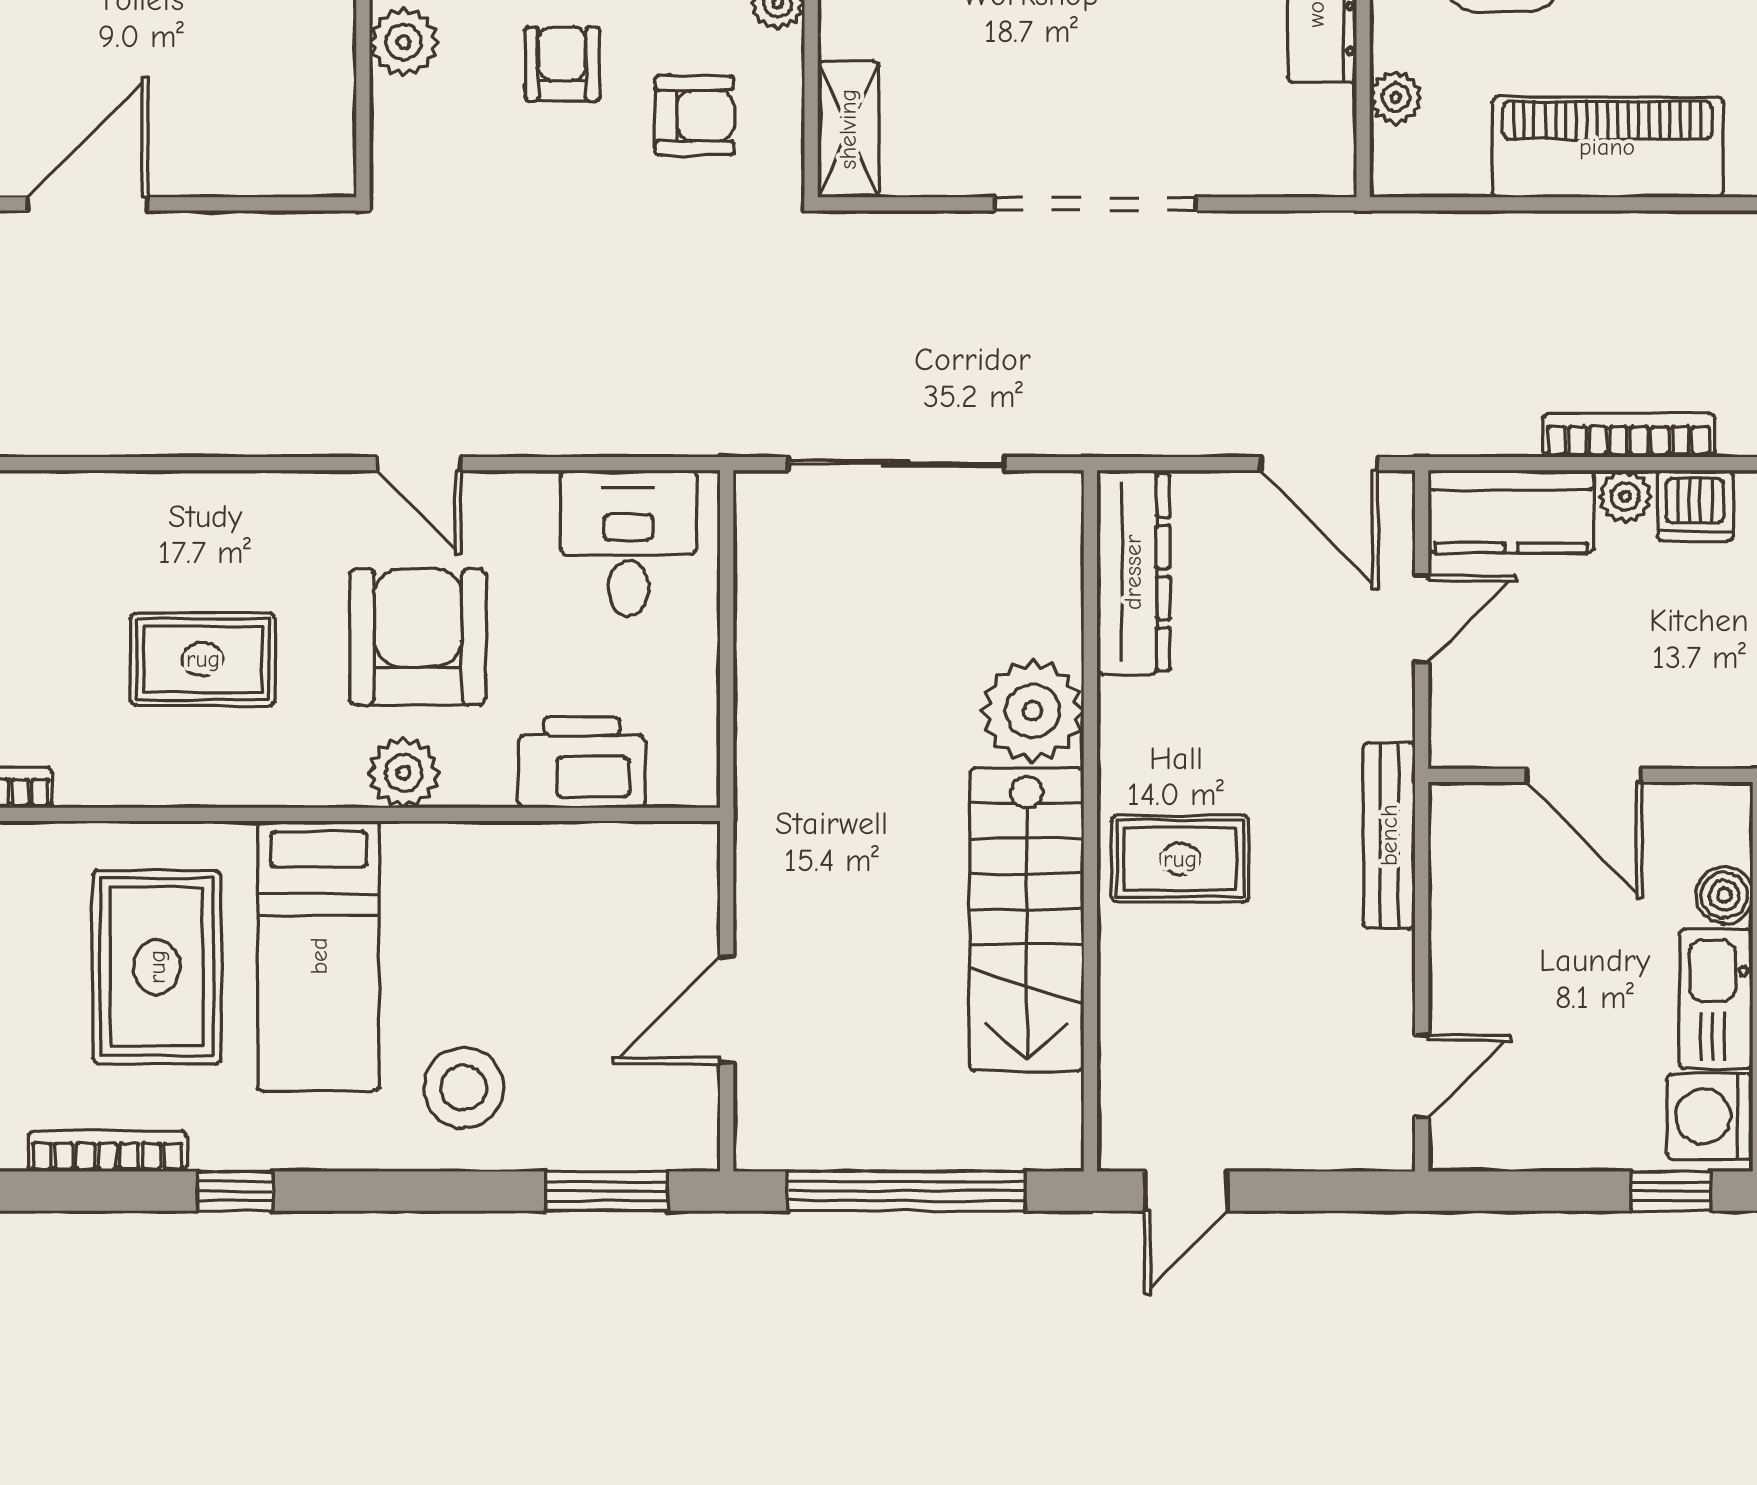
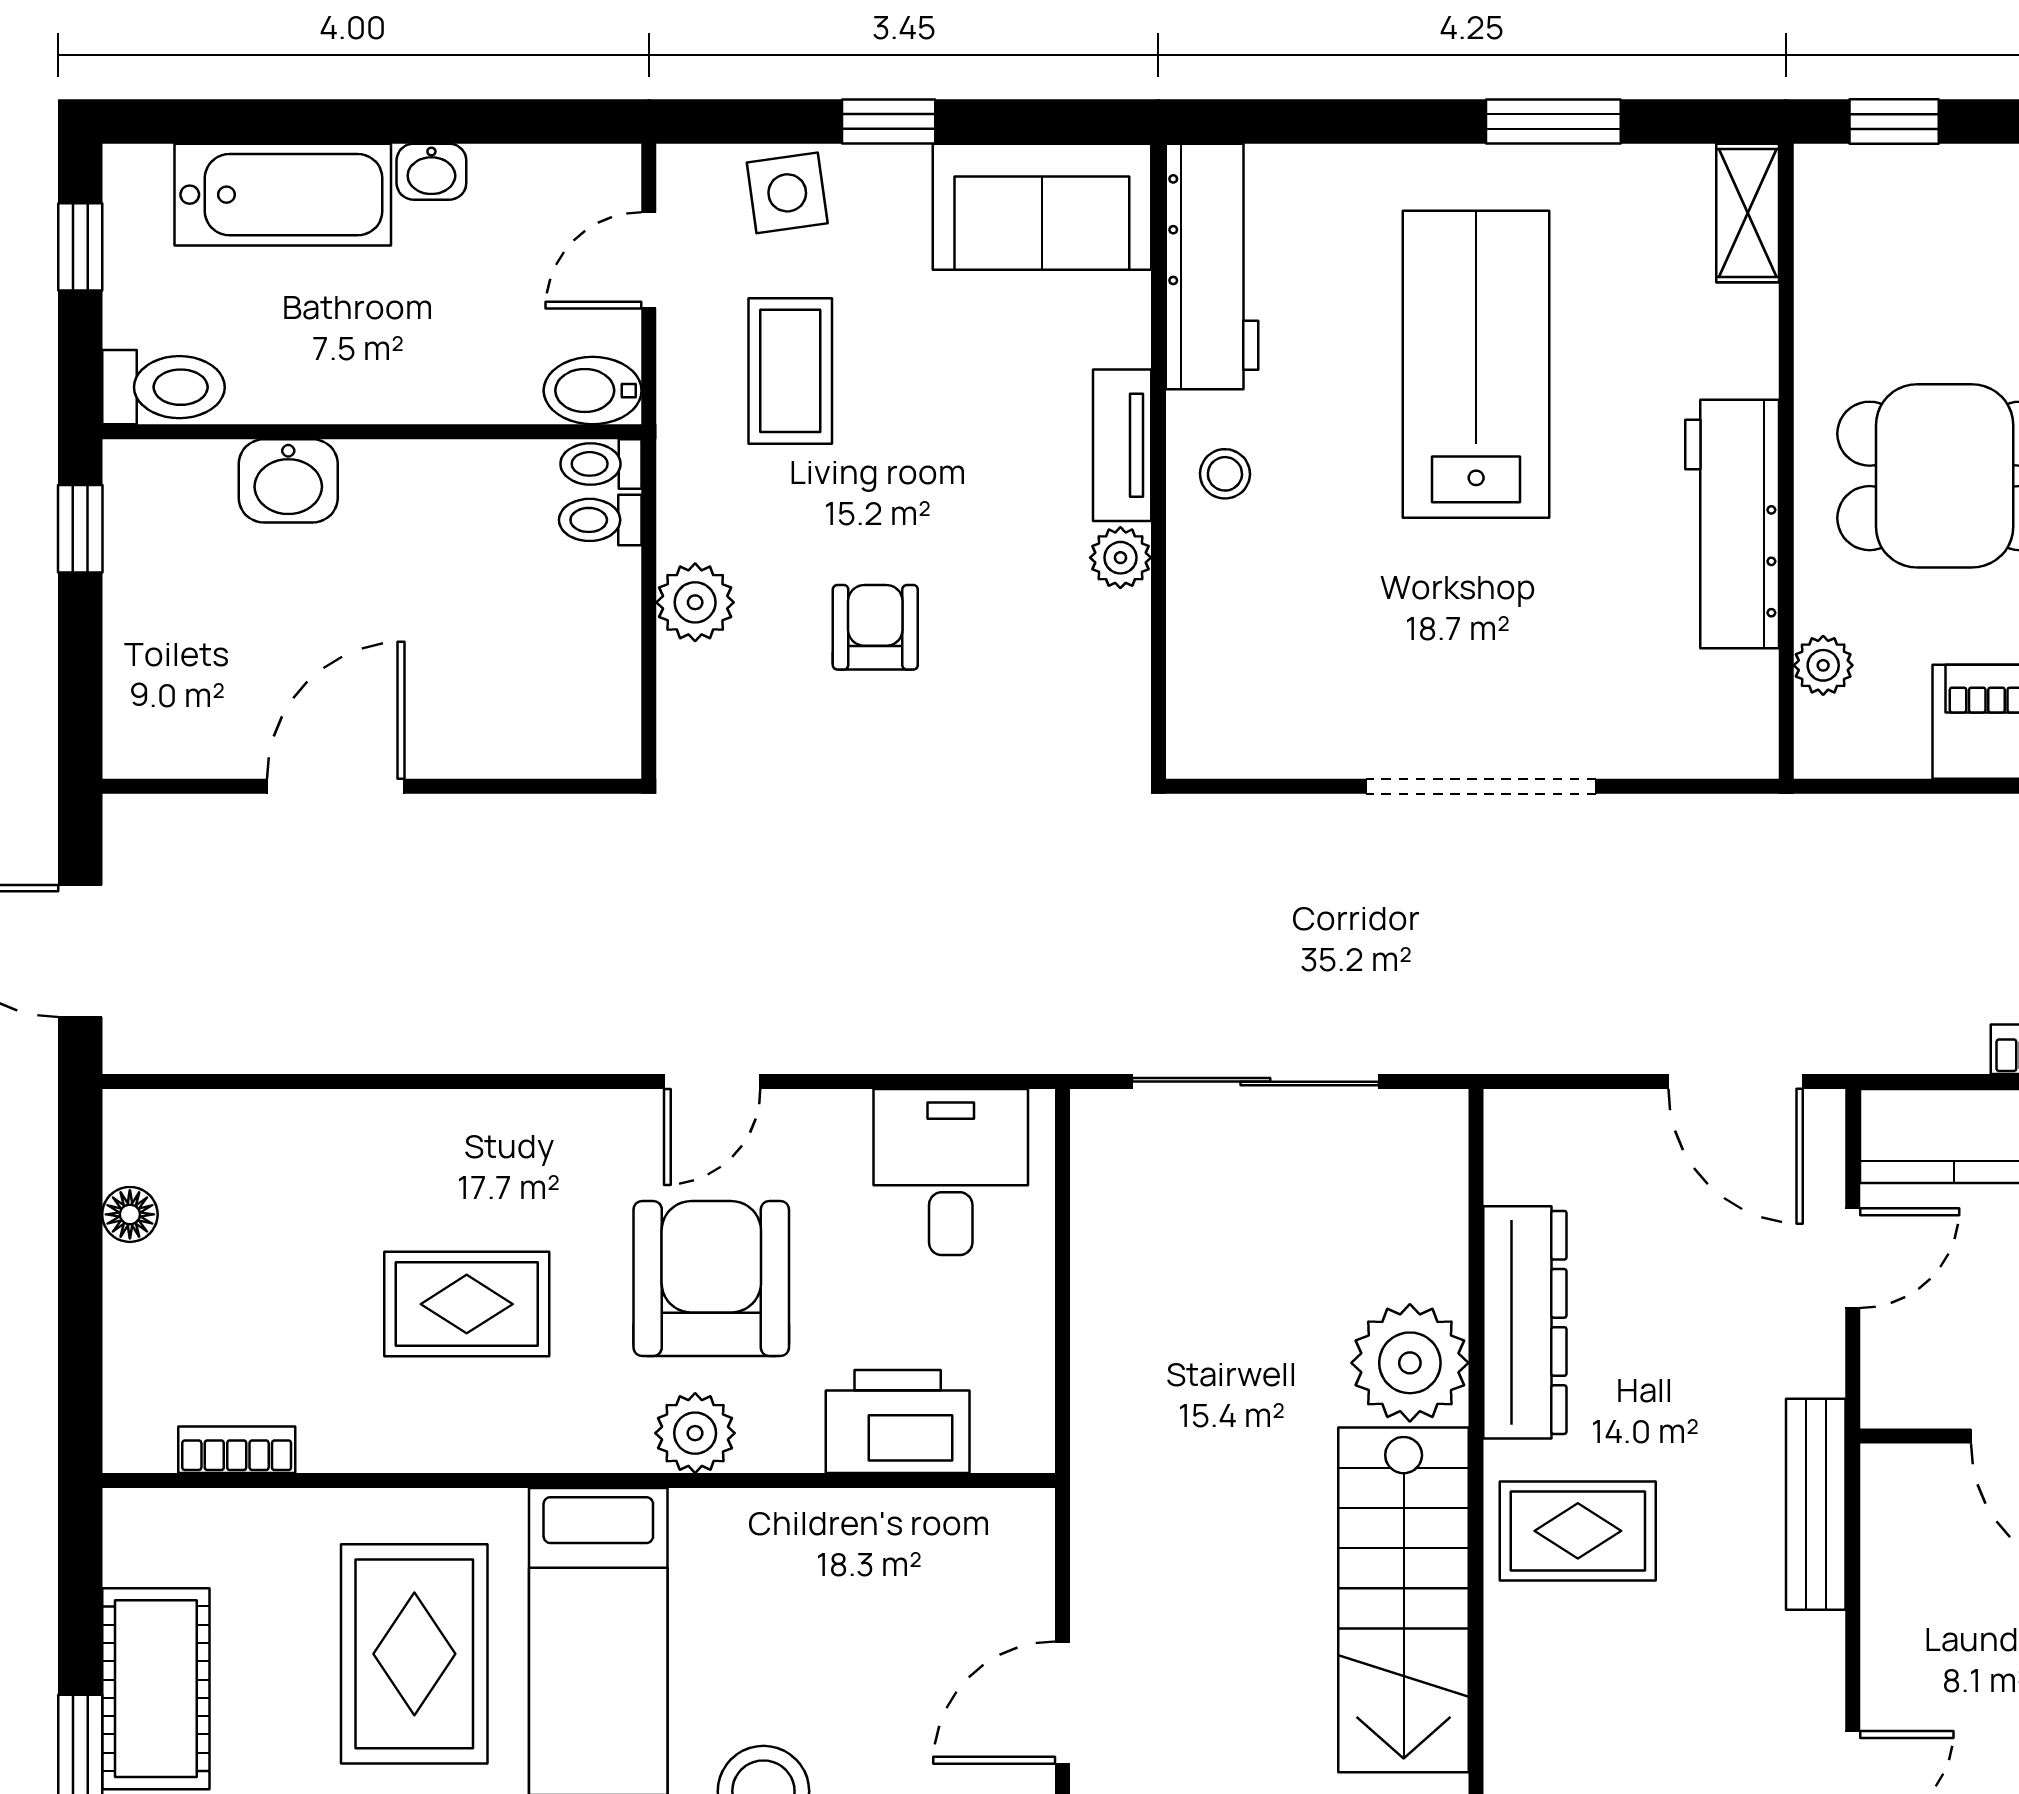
armchair: (694, 116) -> (1025, 686), removed
shelving: (848, 129) -> (1201, 701), removed
door: (419, 464) -> (712, 1082), hinge flipped
dresser: (1133, 572) -> (1525, 1322), moved

